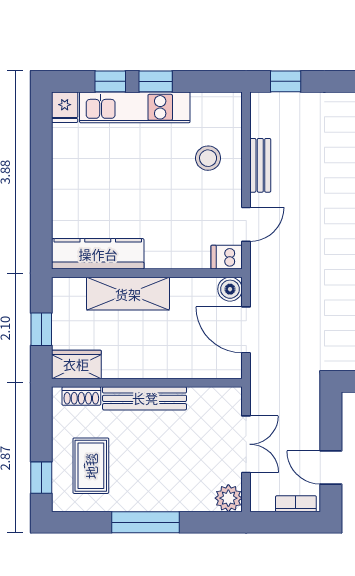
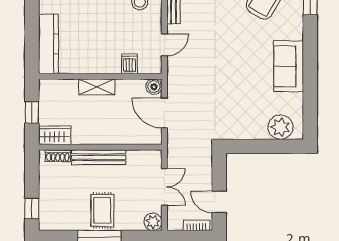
kitchen counter: (98, 254) -> (49, 44), moved, turned 90
dishwasher: (227, 257) -> (129, 64), moved, turned 90
shelving: (128, 294) -> (97, 87), width x0.67, depth x0.75
rug: (91, 466) -> (102, 210), moved

